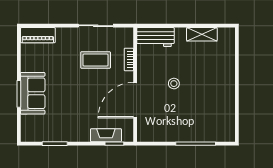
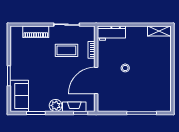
shelving: (202, 34) -> (159, 31), moved
piano: (38, 35) -> (36, 32), moved
sofa: (33, 93) -> (19, 96), moved
plant: (81, 134) -> (56, 105), added

